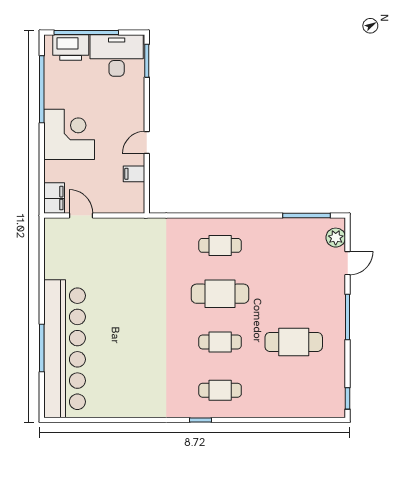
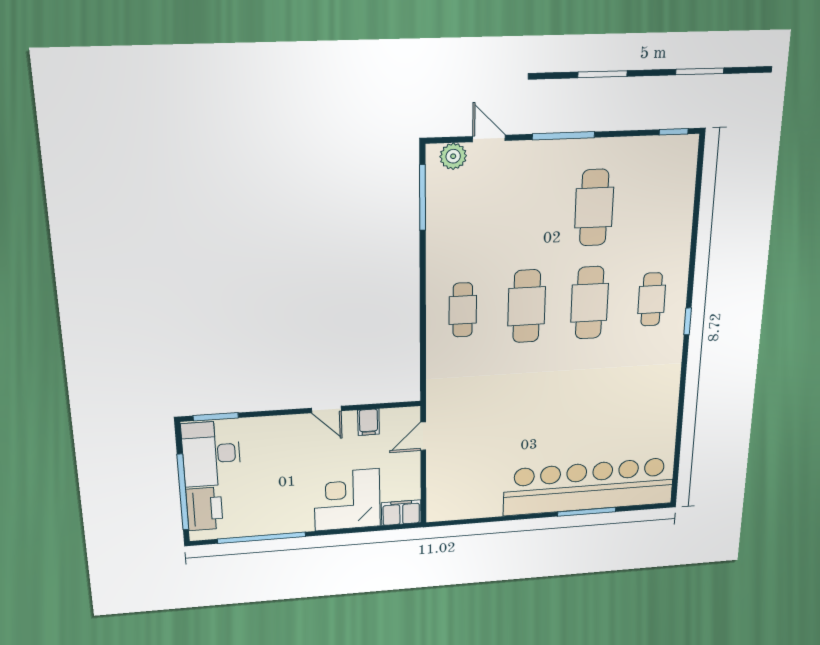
corner desk: (69, 134) -> (347, 500), moved
door: (81, 216) -> (423, 436), moved
cafe table: (220, 342) -> (590, 303), width x1.37, depth x1.35

